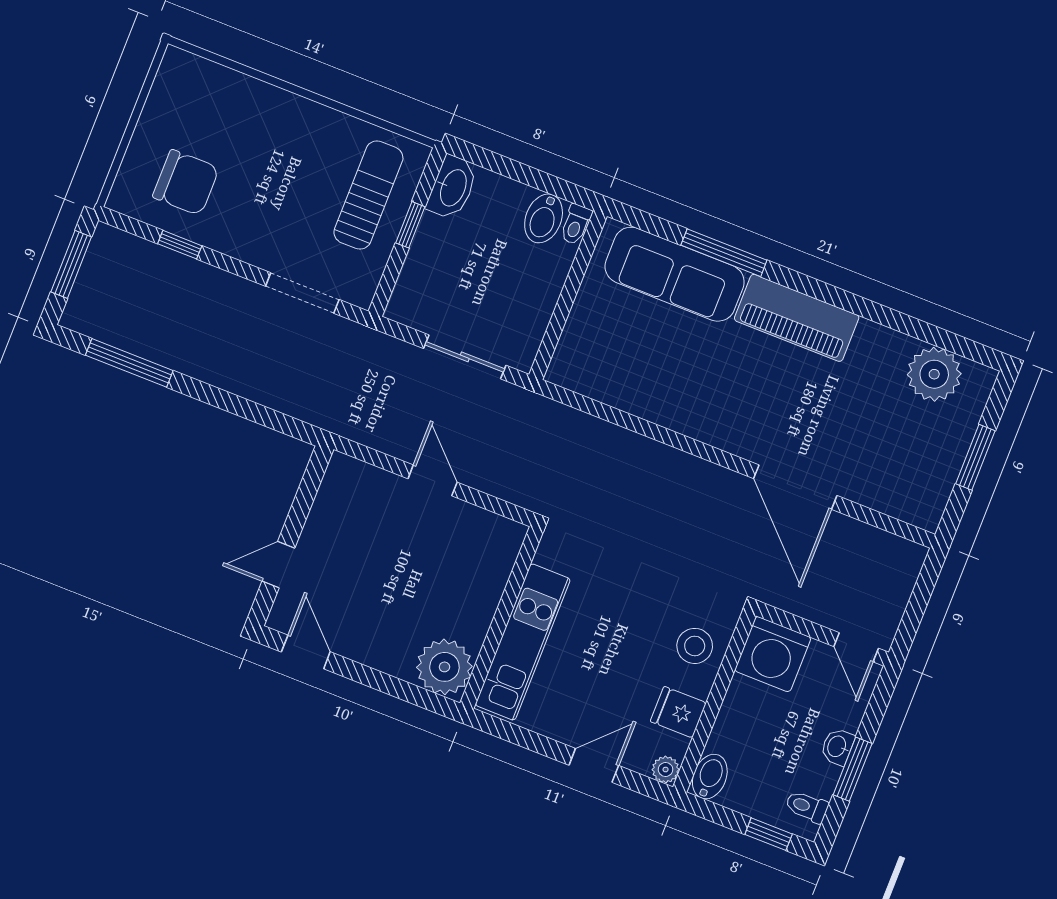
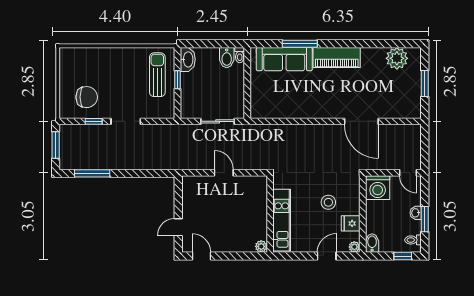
doorway: (302, 293) -> (126, 121), moved
stool: (695, 646) -> (328, 202), moved
plant: (444, 667) -> (261, 246), width x0.53, depth x0.53

